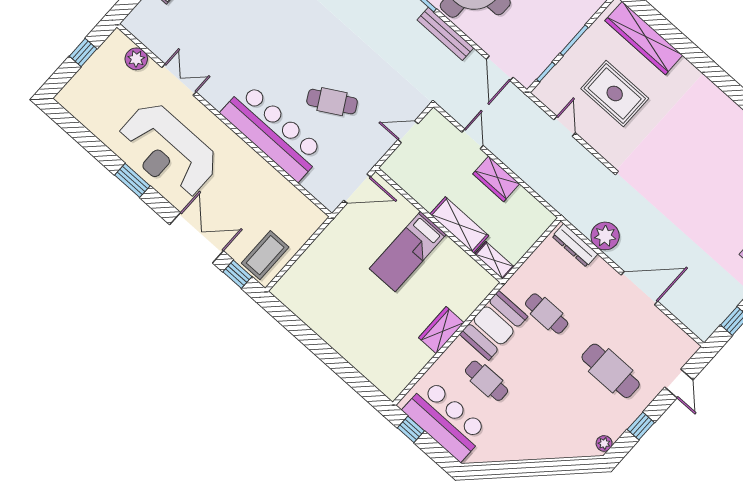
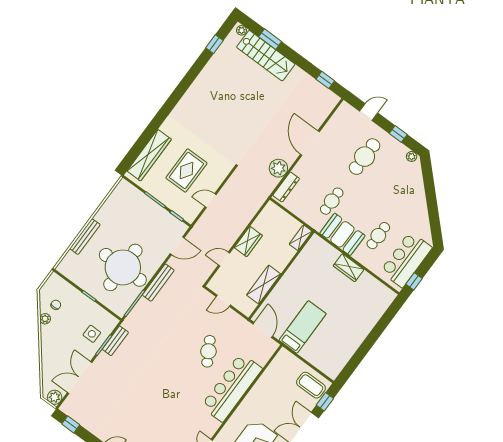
door: (408, 132) -> (223, 301), hinge flipped
shelving: (459, 225) -> (264, 284), moved
bed: (408, 252) -> (303, 327), moved, turned -90

